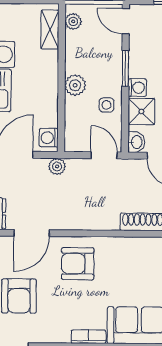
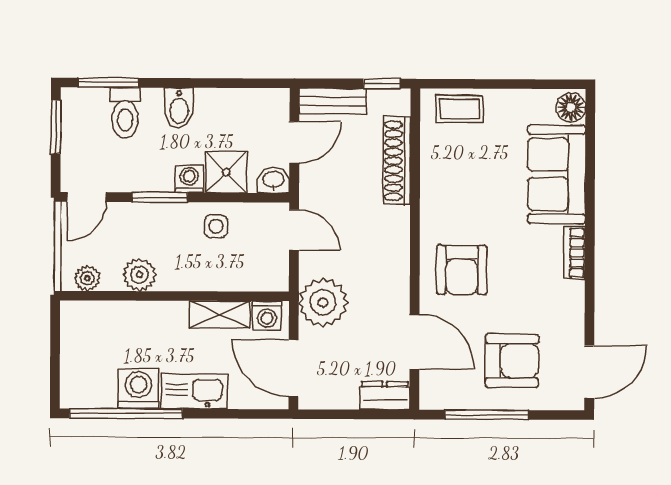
shelving: (50, 30) -> (220, 315), moved
plant: (75, 85) -> (139, 275), moved
door: (104, 155) -> (294, 230), swing flipped
plant: (57, 166) -> (323, 302), width x1.87, depth x1.87

